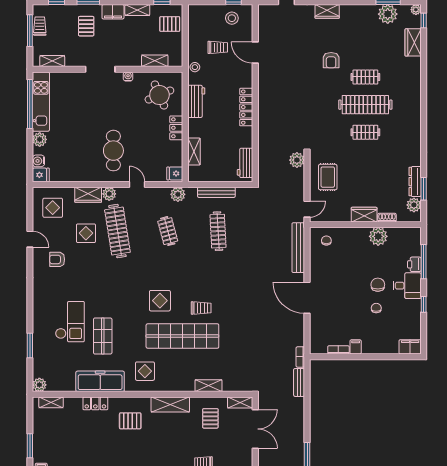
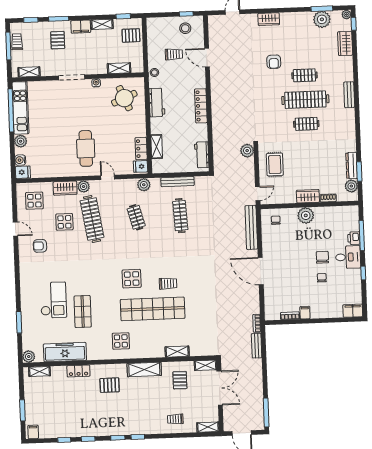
bench: (415, 101) -> (349, 95), added
locker: (176, 128) -> (141, 149), moved
plant: (378, 236) -> (306, 215), moved
freezer: (100, 381) -> (65, 352), moved

